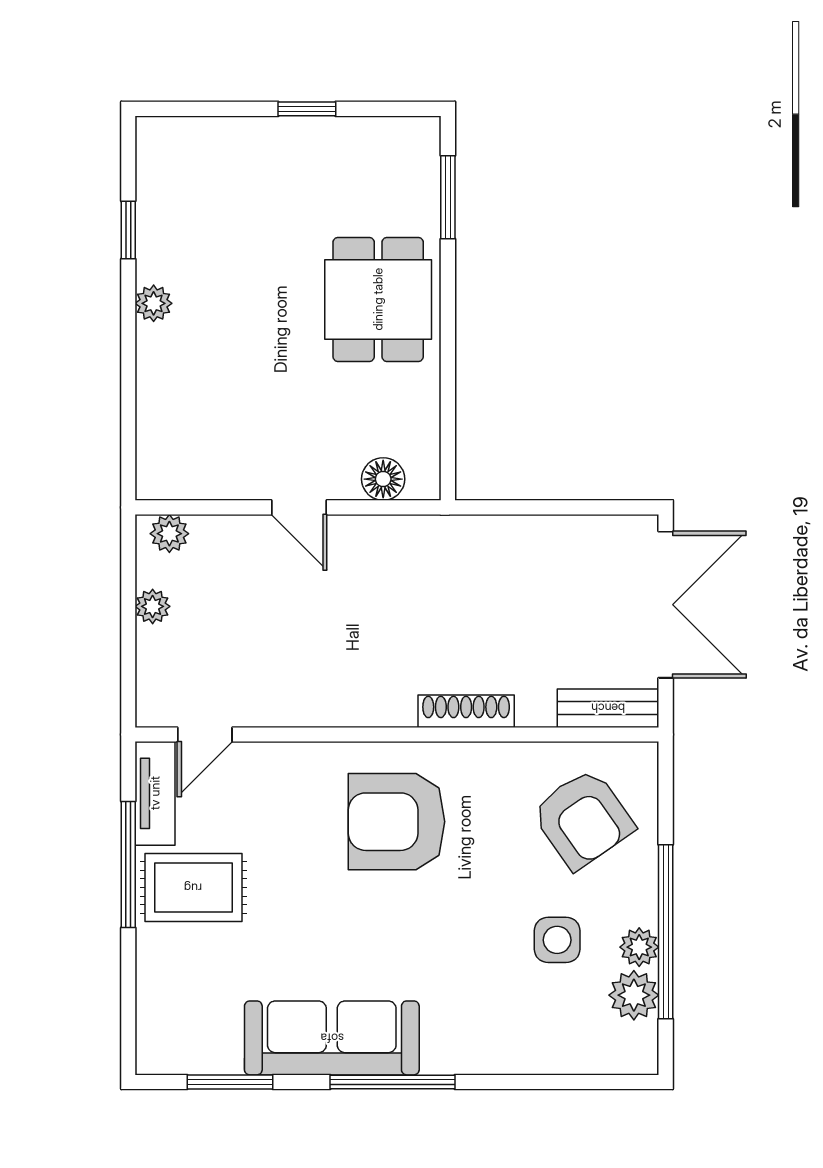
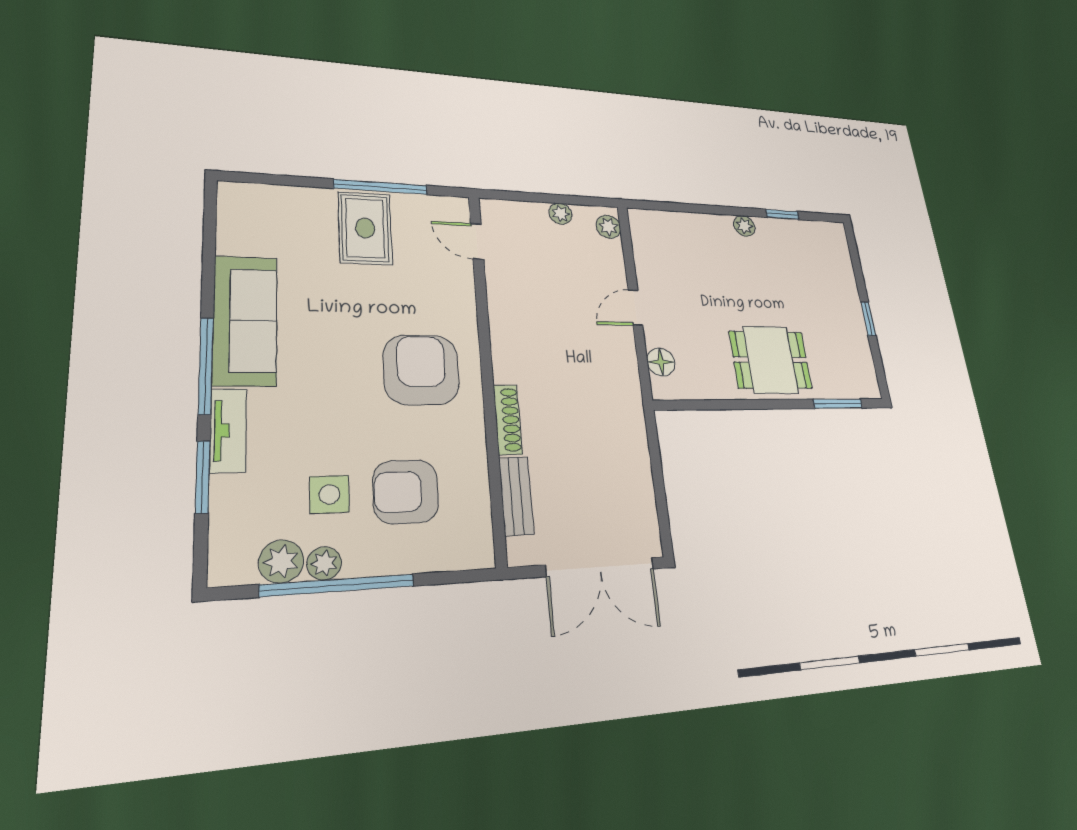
bench: (608, 708) -> (516, 496), moved
tv unit: (155, 793) -> (228, 430), moved, turned -90
armchair: (583, 819) -> (406, 492), moved, turned 35
window: (230, 1082) -> (203, 477), moved

